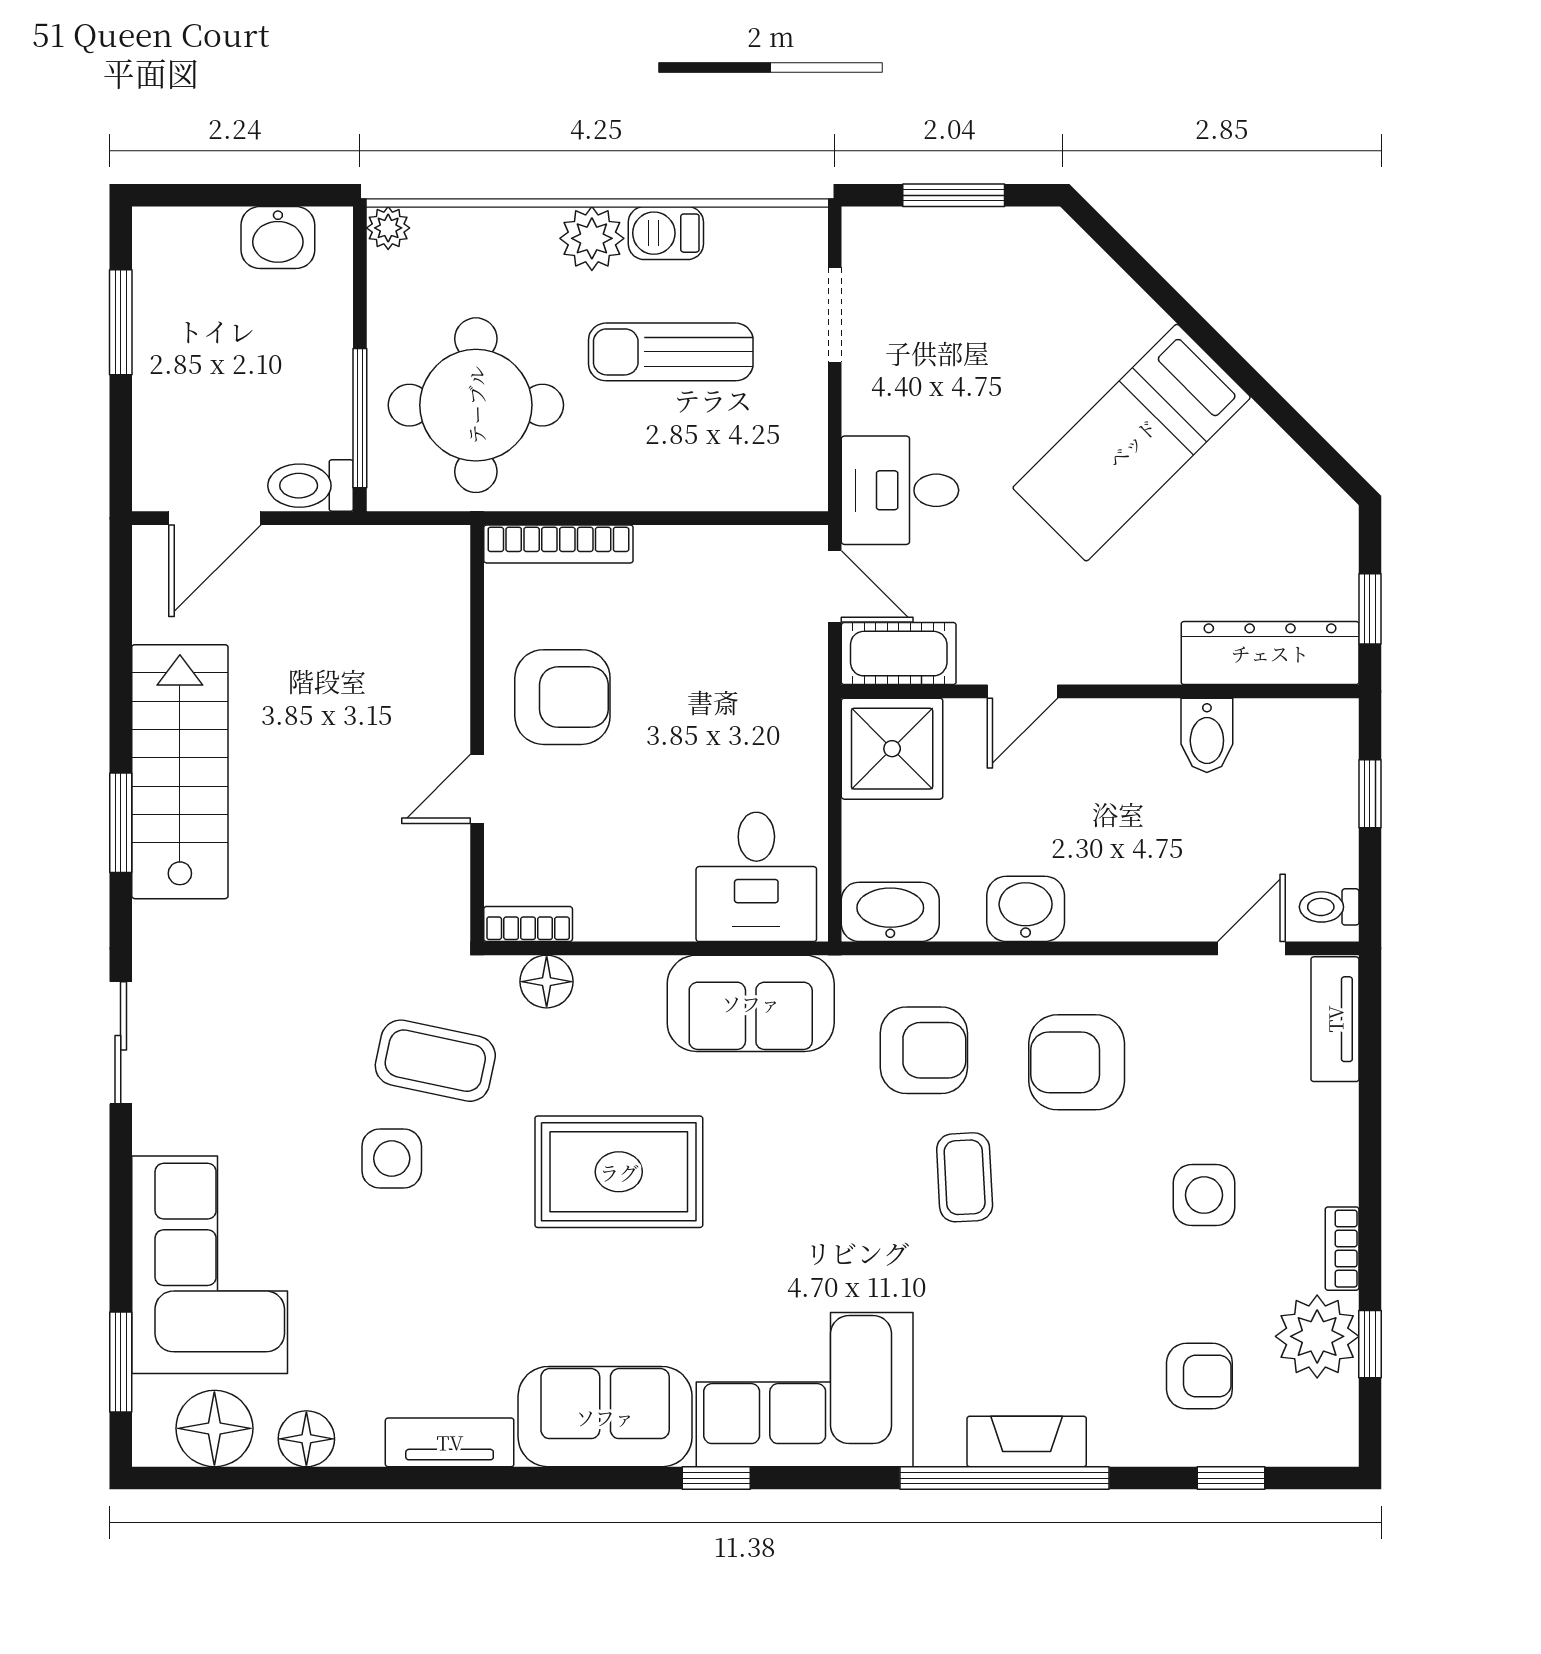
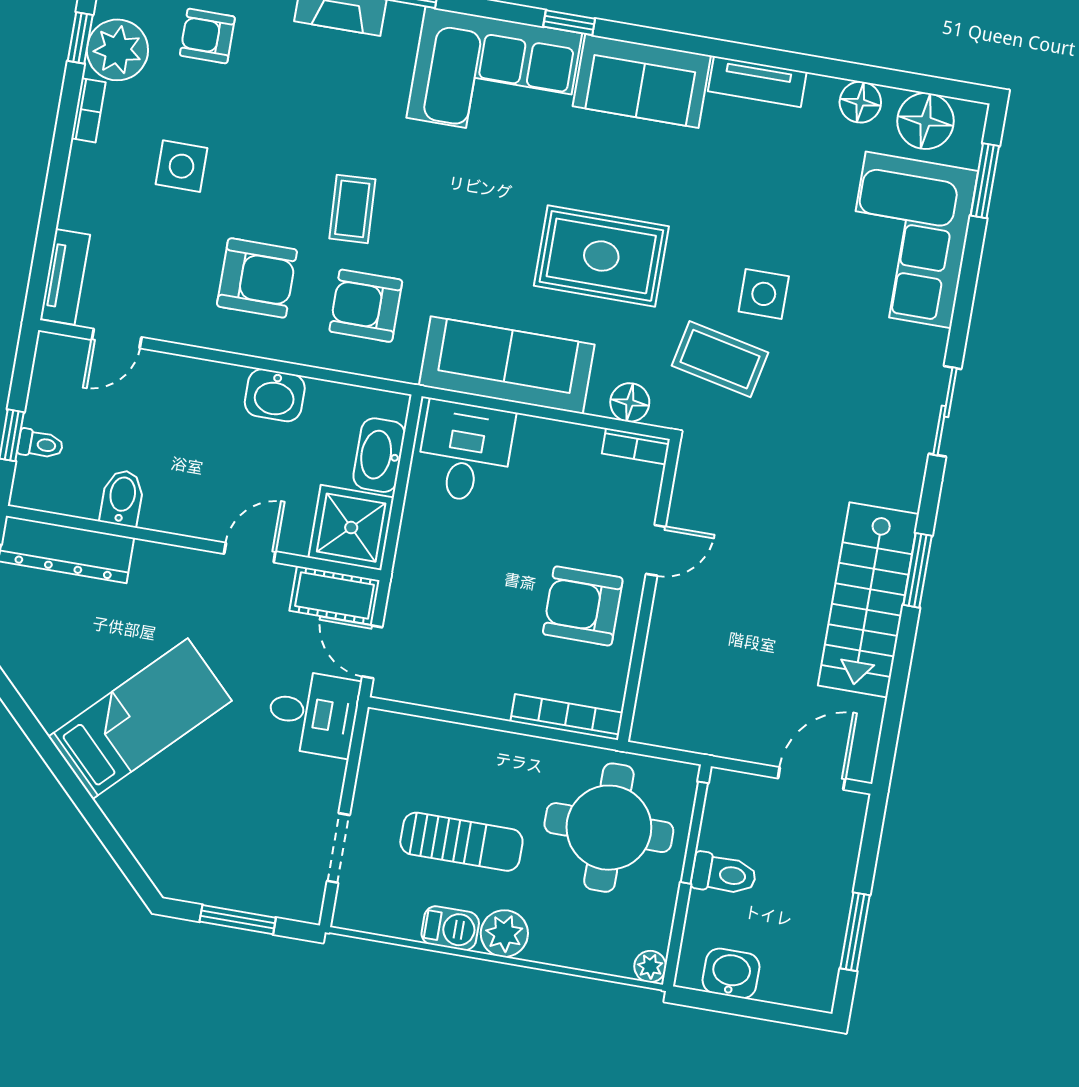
toilet: (311, 486) -> (724, 874), moved
toilet: (1329, 907) -> (40, 444), moved
washbasin: (890, 912) -> (379, 455), moved, turned 90
sofa: (751, 1003) -> (507, 365), width x1.36

